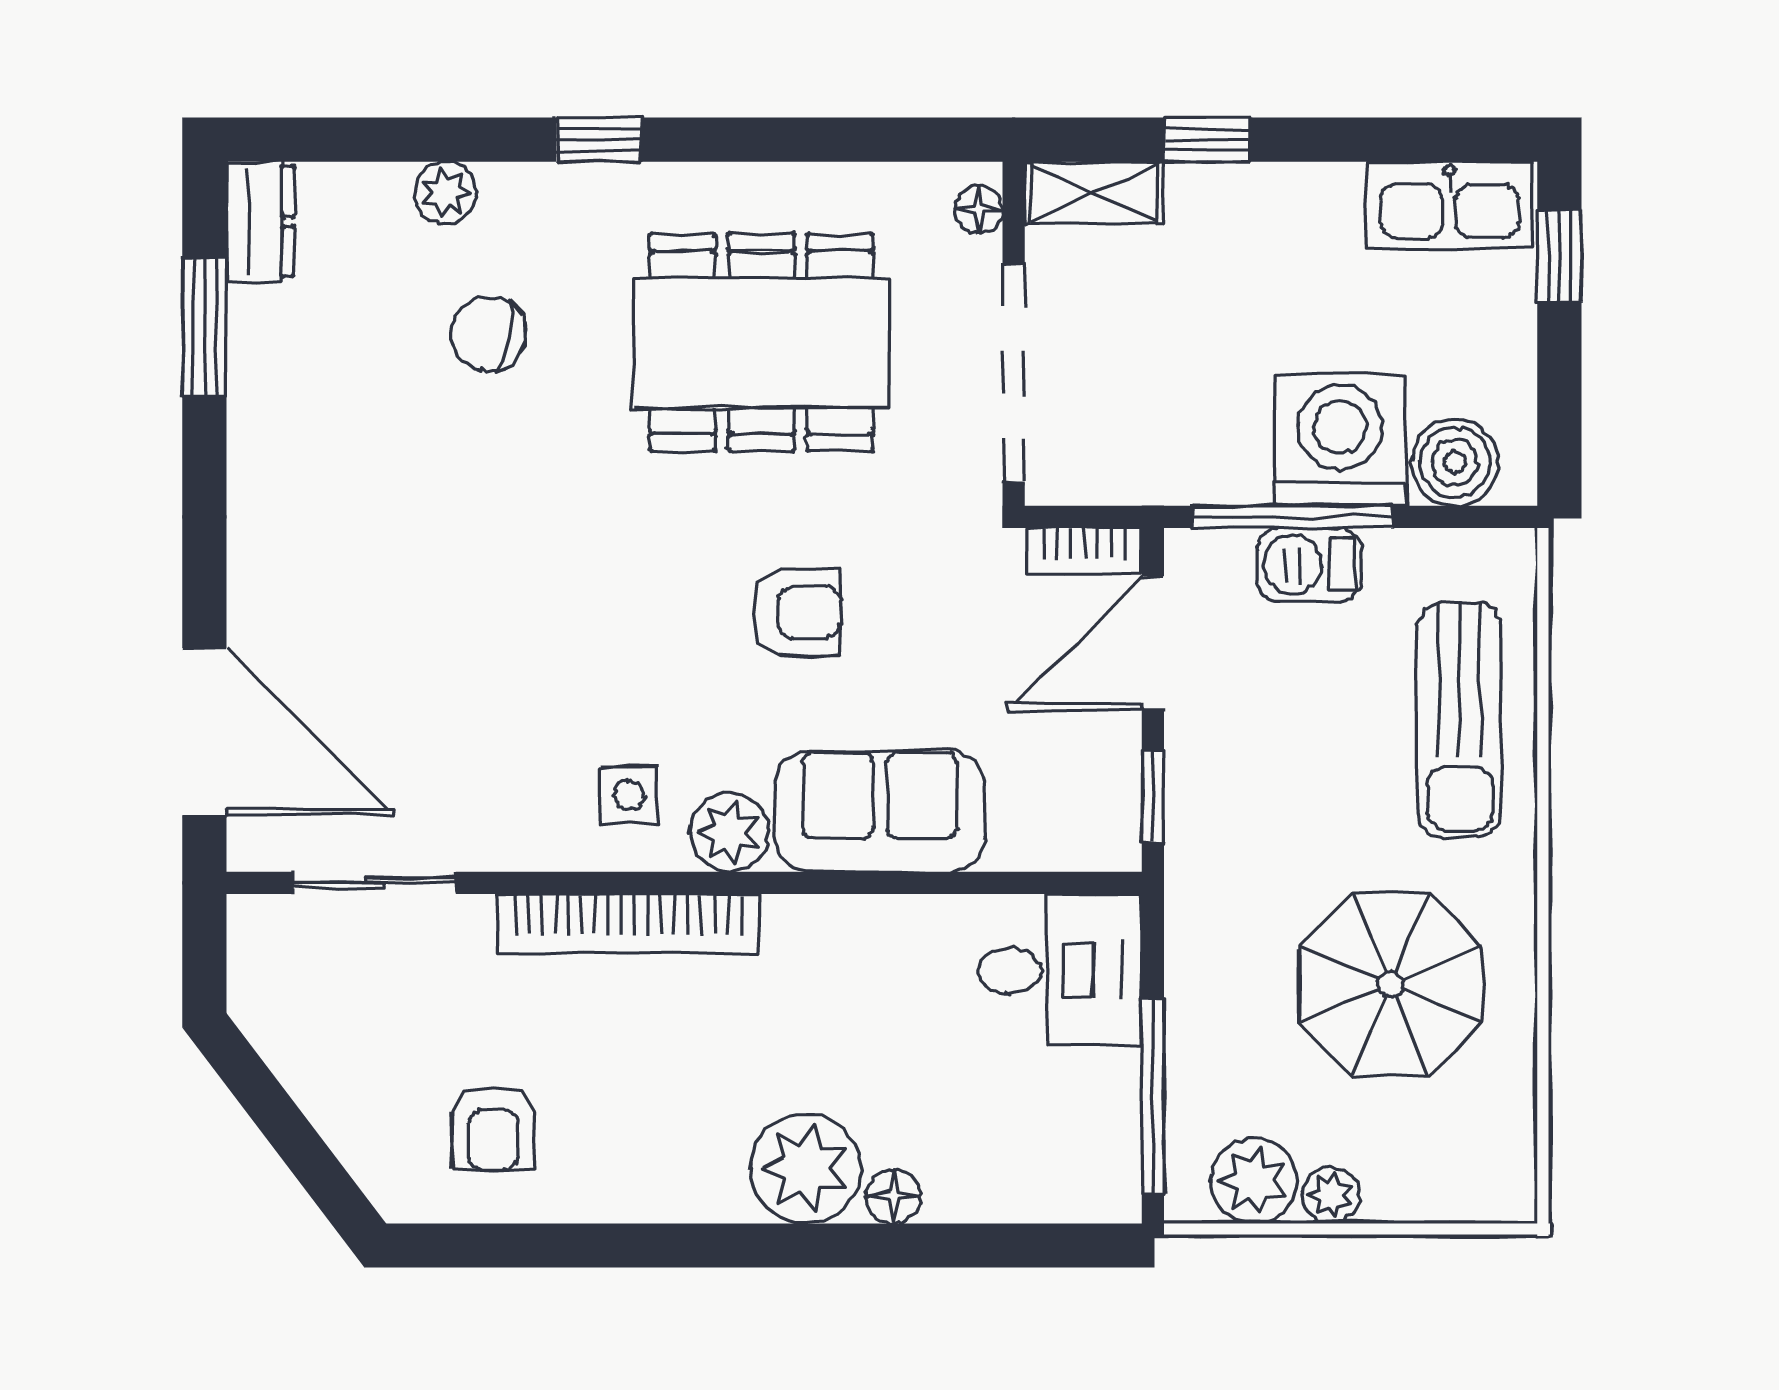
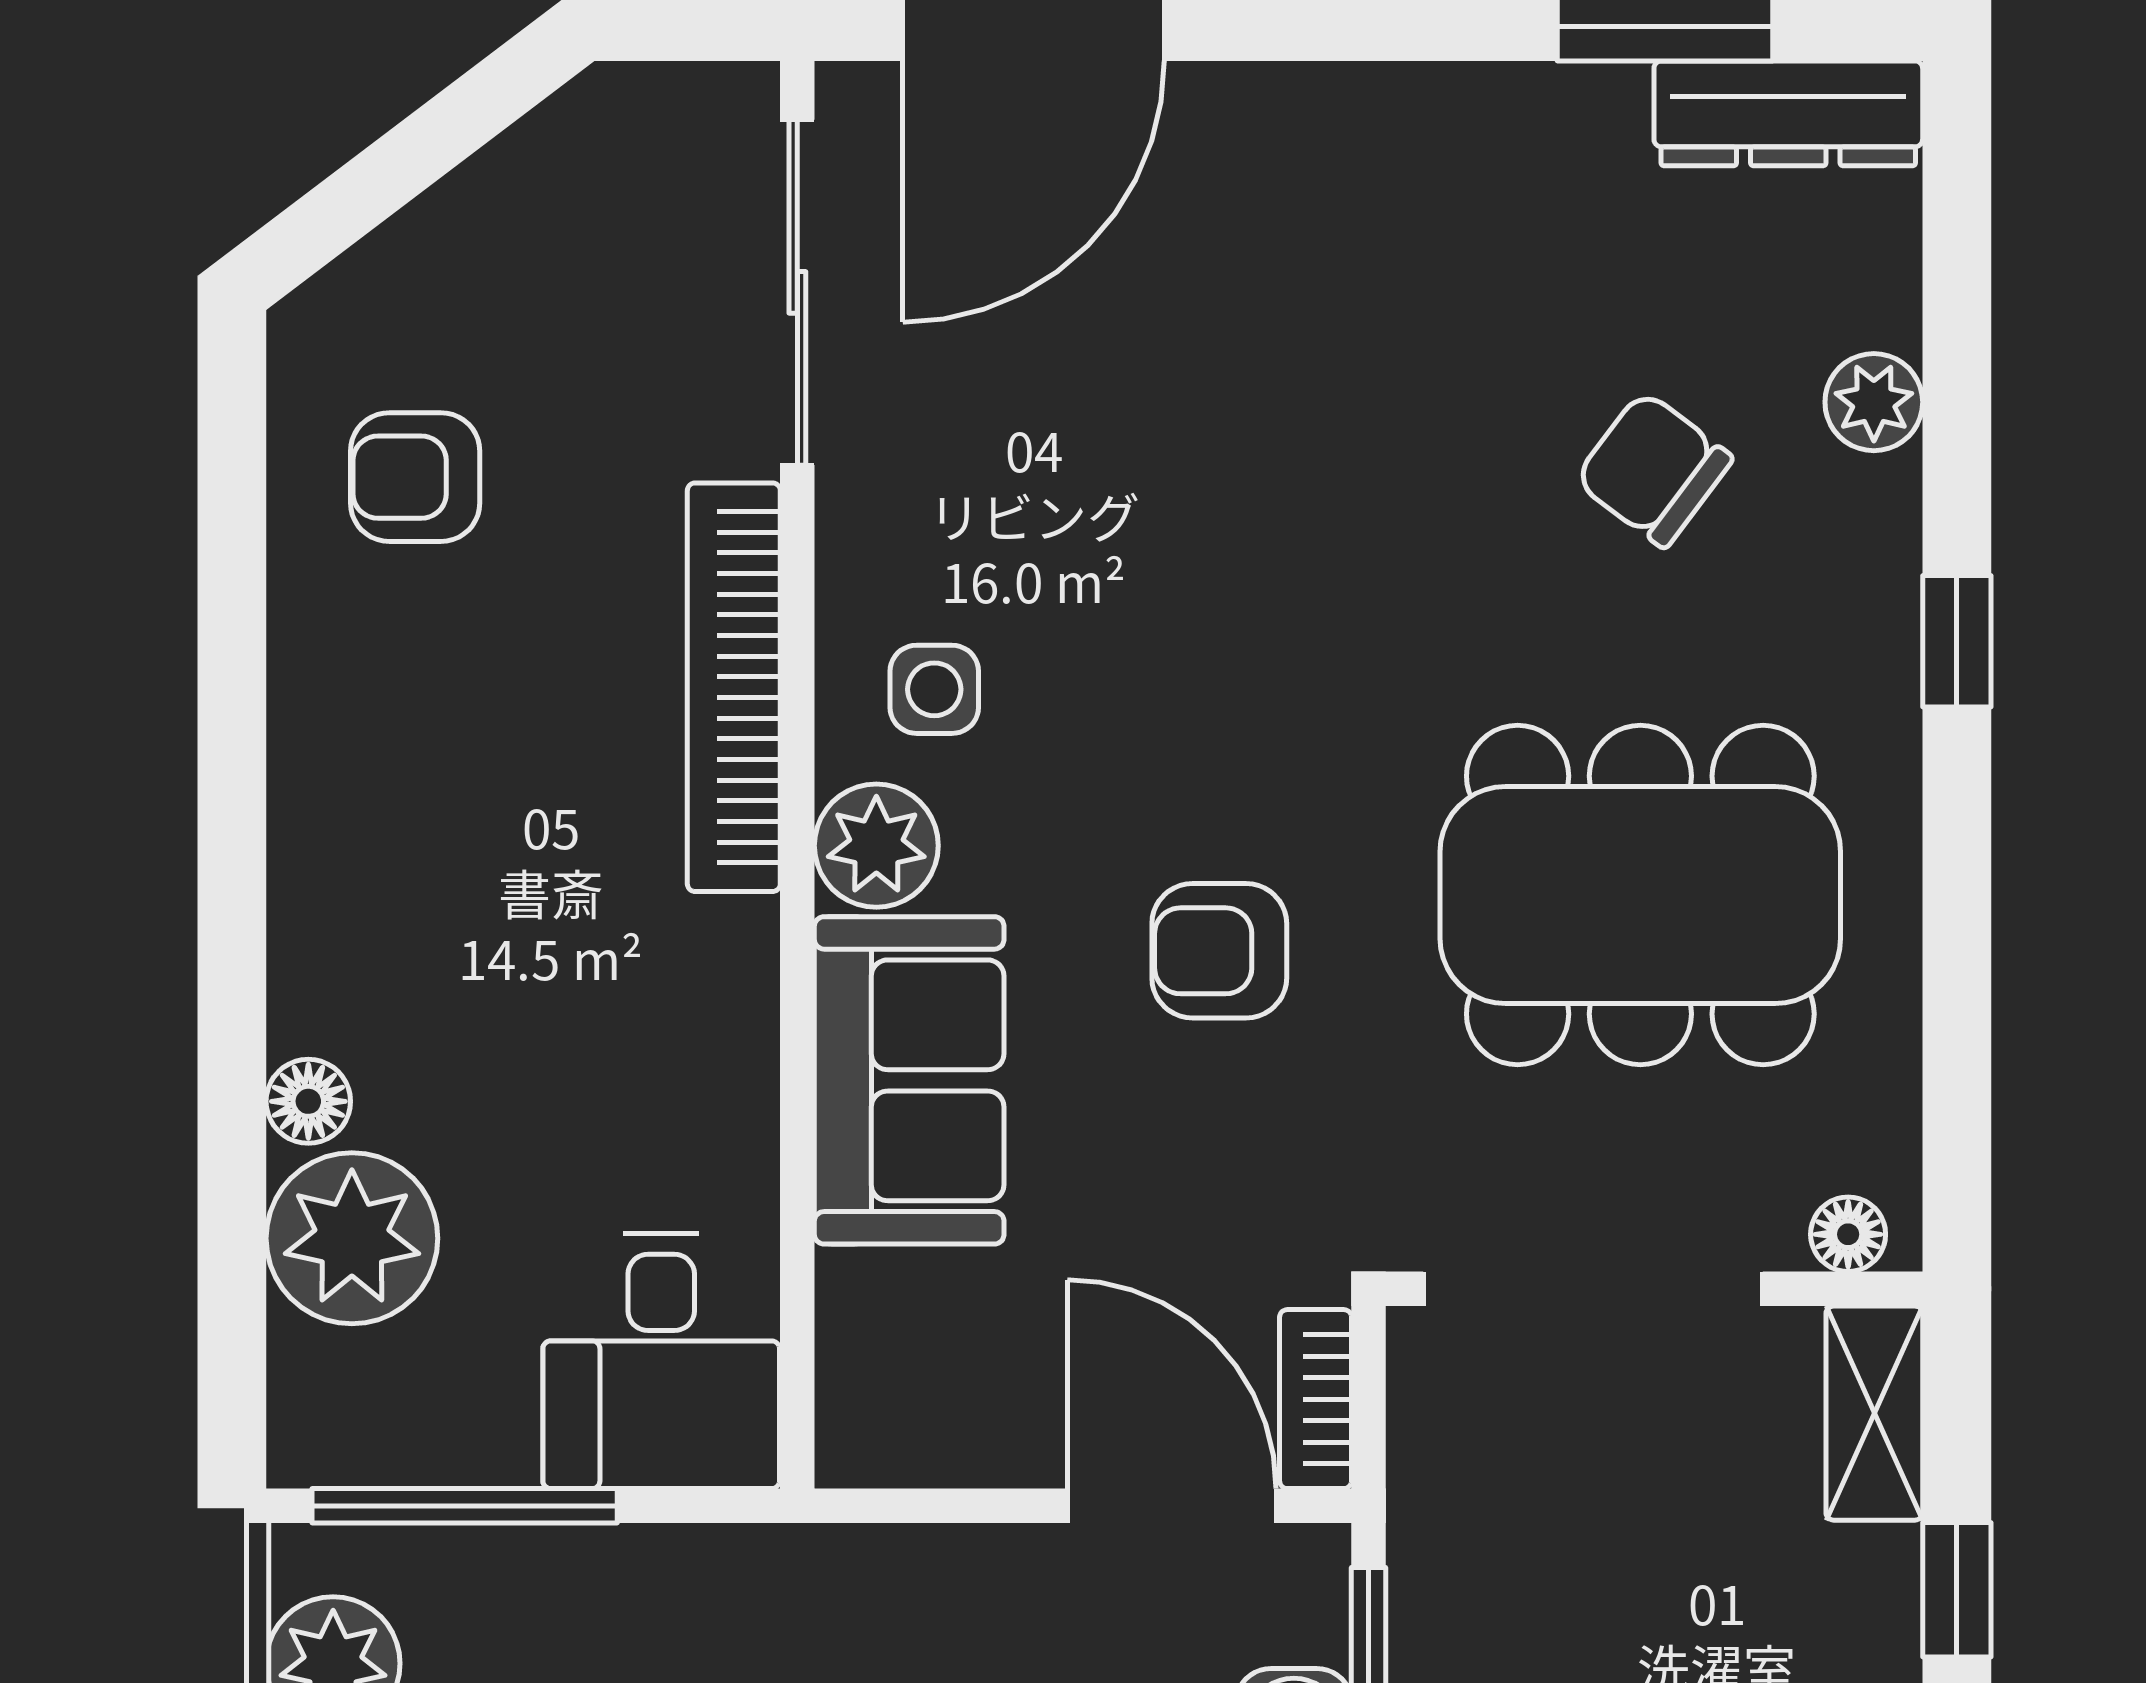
dresser: (260, 221) -> (1788, 113), width x1.44
chair: (488, 334) -> (1653, 469), turned -64
dining table: (761, 343) -> (1640, 895), turned 90
armchair: (797, 612) -> (1219, 951), turned 90
window: (1153, 796) -> (933, 1506), removed
sliding door: (375, 883) -> (797, 292), width x1.37
plant: (806, 1169) -> (352, 1238), moved

